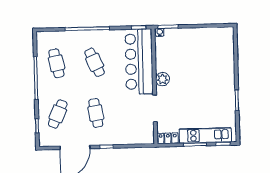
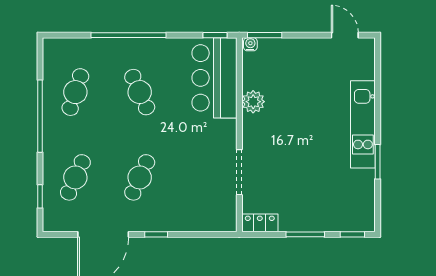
door: (216, 26) -> (345, 35), added
bar counter: (139, 62) -> (214, 78), width x0.73
cafe table: (56, 63) -> (75, 92), turned 30
plant: (162, 79) -> (253, 102), moved
cafe table: (96, 113) -> (140, 177), turned 33
kitchen unit: (205, 135) -> (363, 124), moved, turned -90

